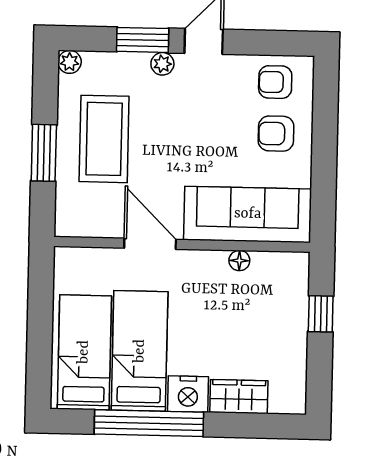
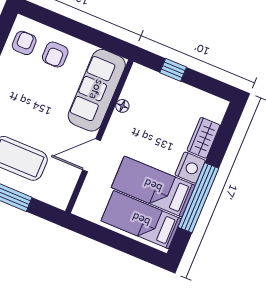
armchair: (275, 82) -> (24, 43), turned 180

